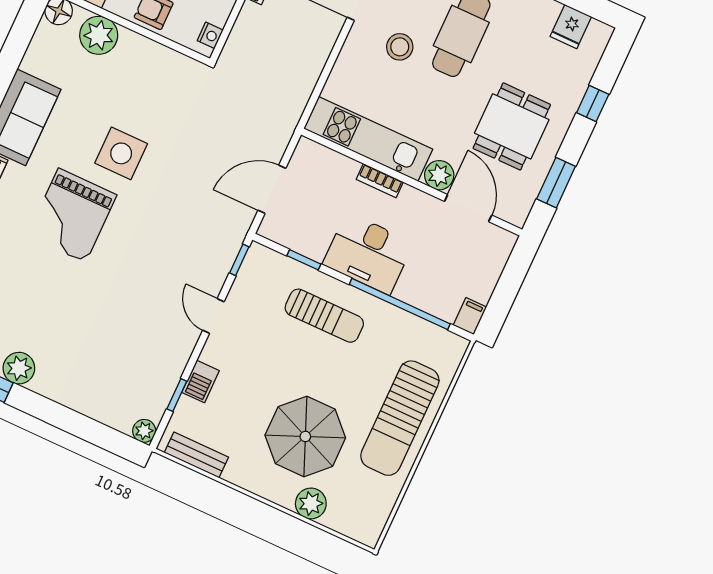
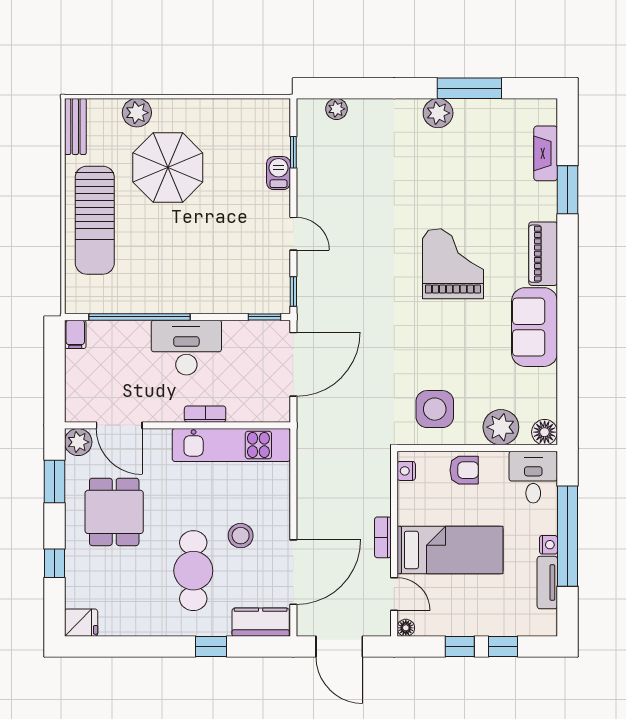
fridge: (571, 27) -> (81, 623), moved, turned 90
side table: (121, 153) -> (435, 409), moved
plant: (439, 175) -> (78, 442), moved
door: (272, 189) -> (293, 364), width x1.36
window: (304, 260) -> (265, 317), moved
sun lounger: (324, 316) -> (199, 278), removed
sun lounger: (400, 418) -> (95, 220), turned 180
plant: (144, 431) -> (336, 109), moved
bench: (196, 455) -> (75, 126), moved, turned 90

